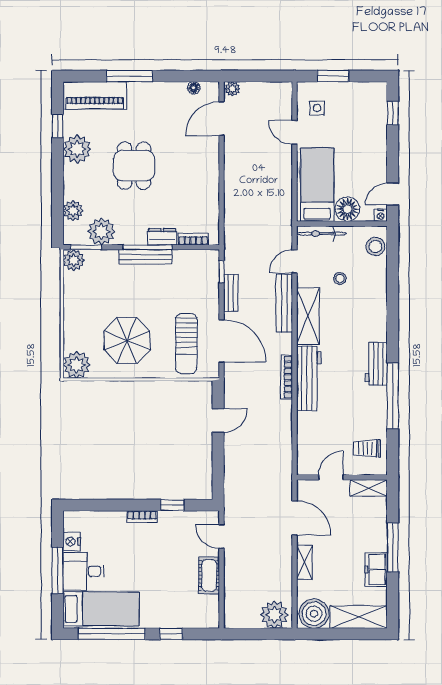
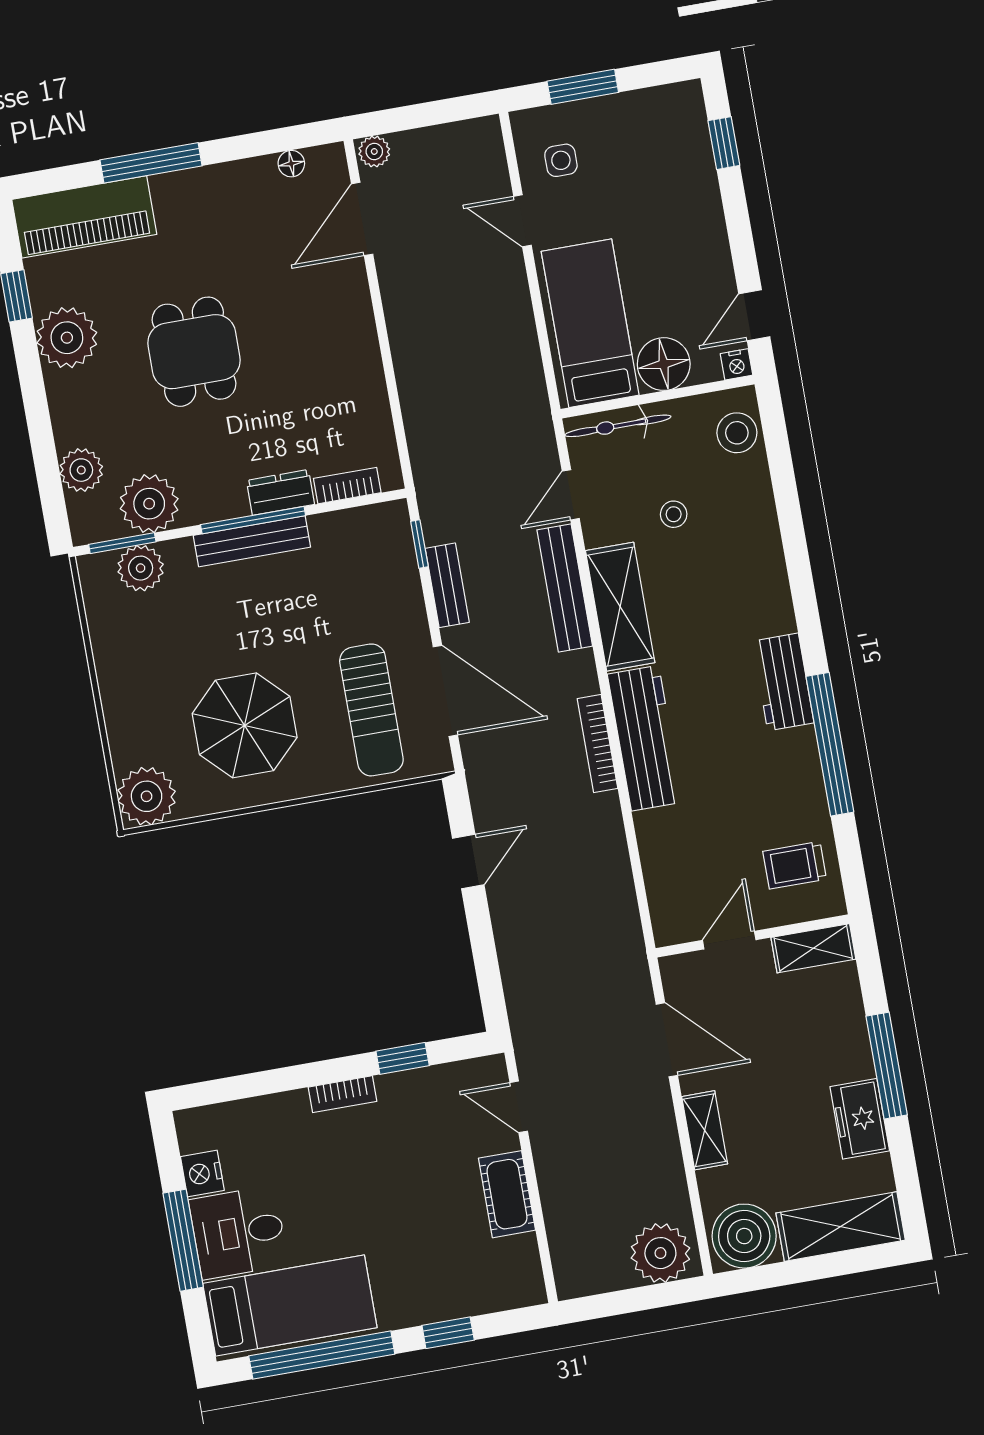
plant: (74, 260) -> (141, 568), moved

